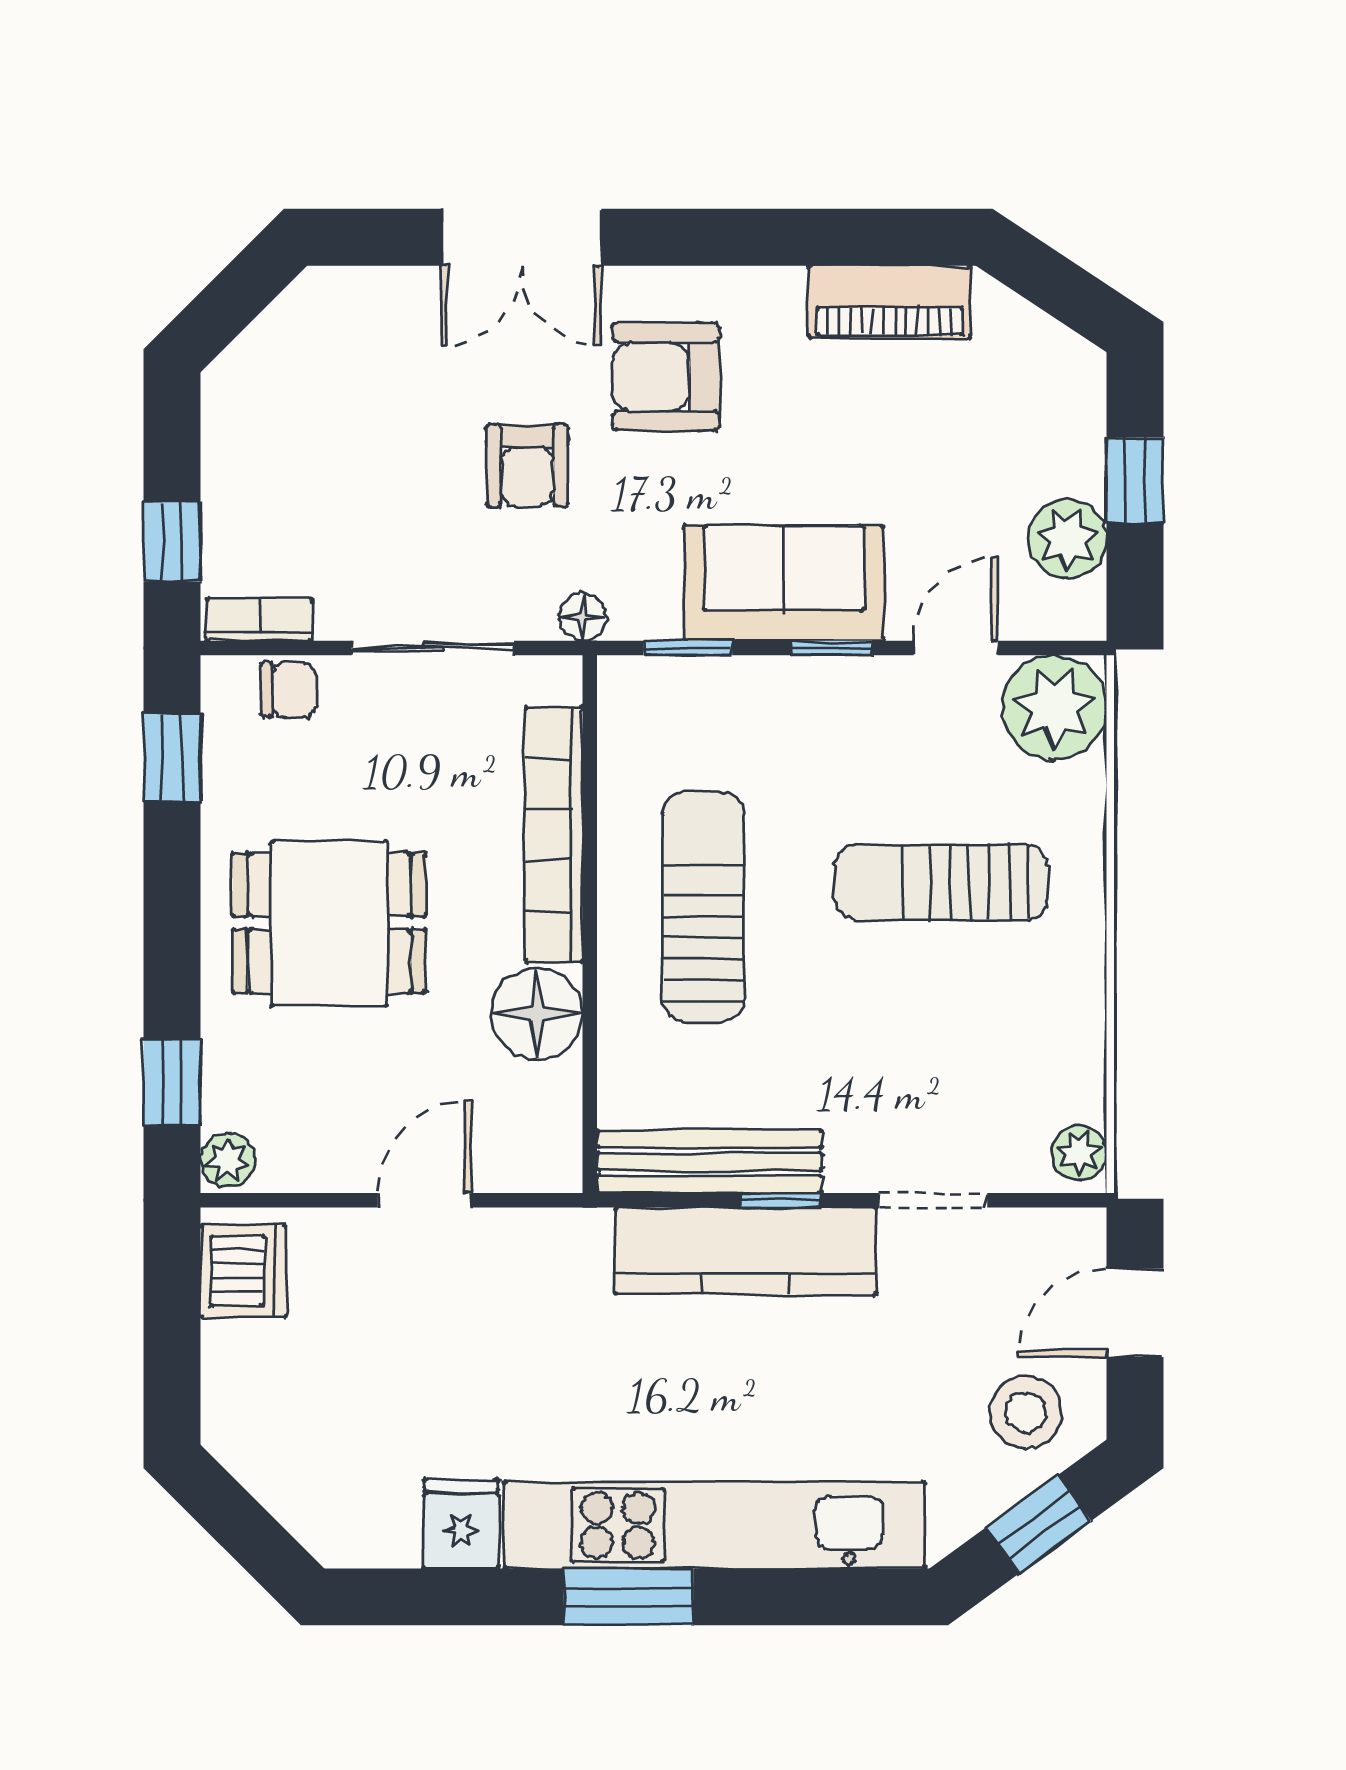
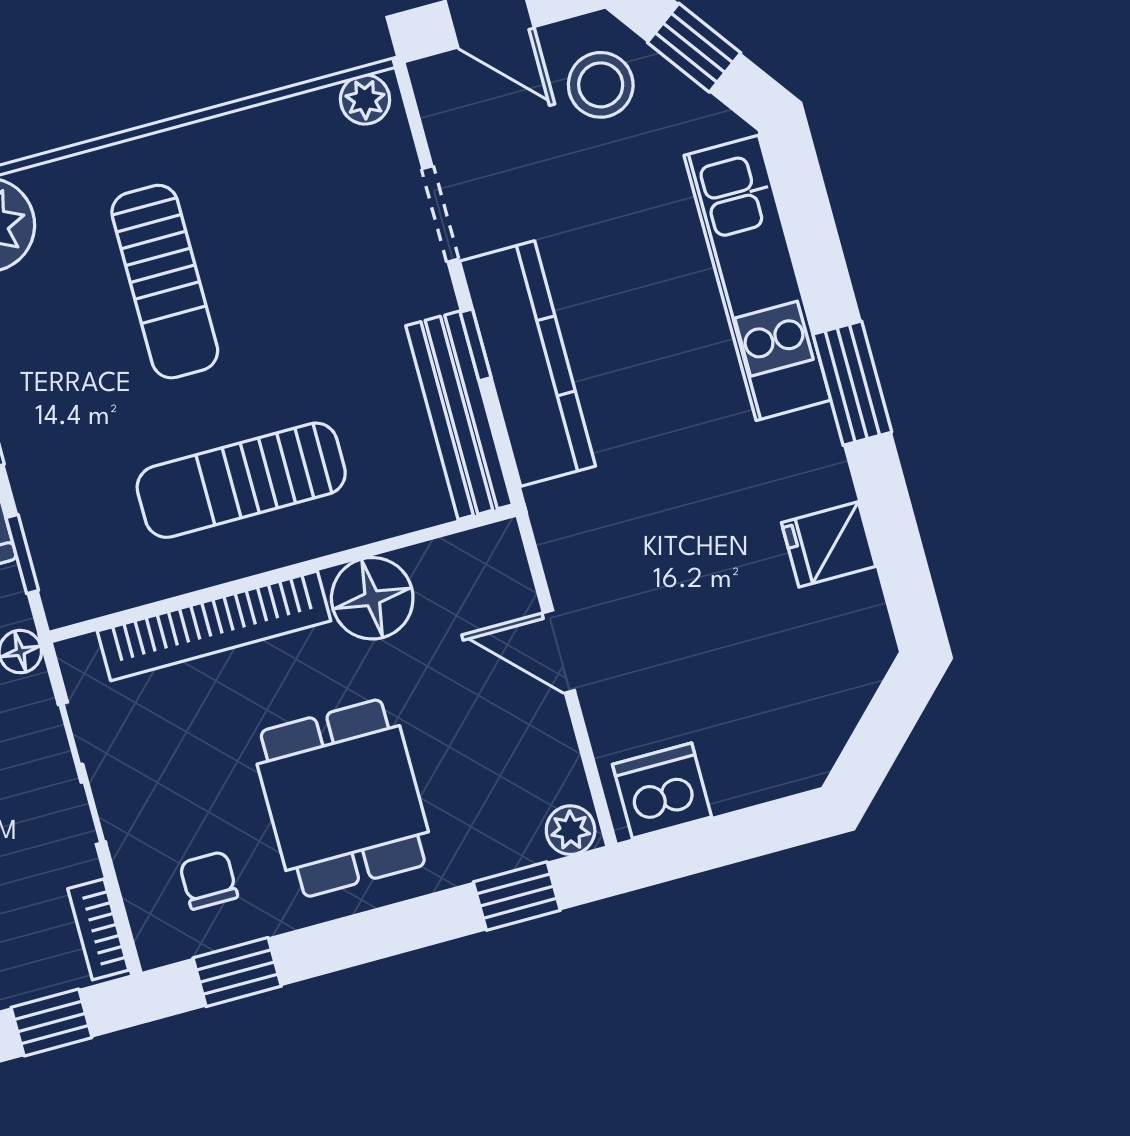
chair: (289, 690) -> (209, 880), moved
kitchen unit: (715, 1525) -> (757, 278), width x0.73

